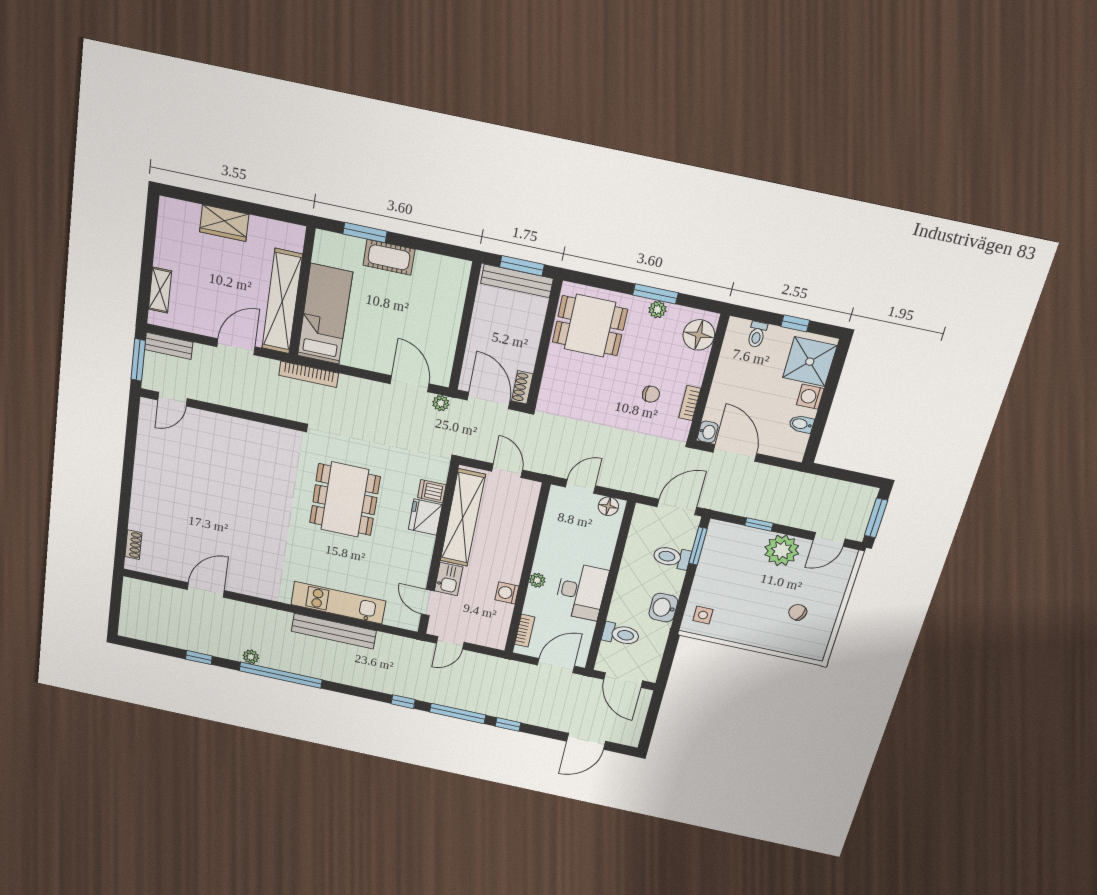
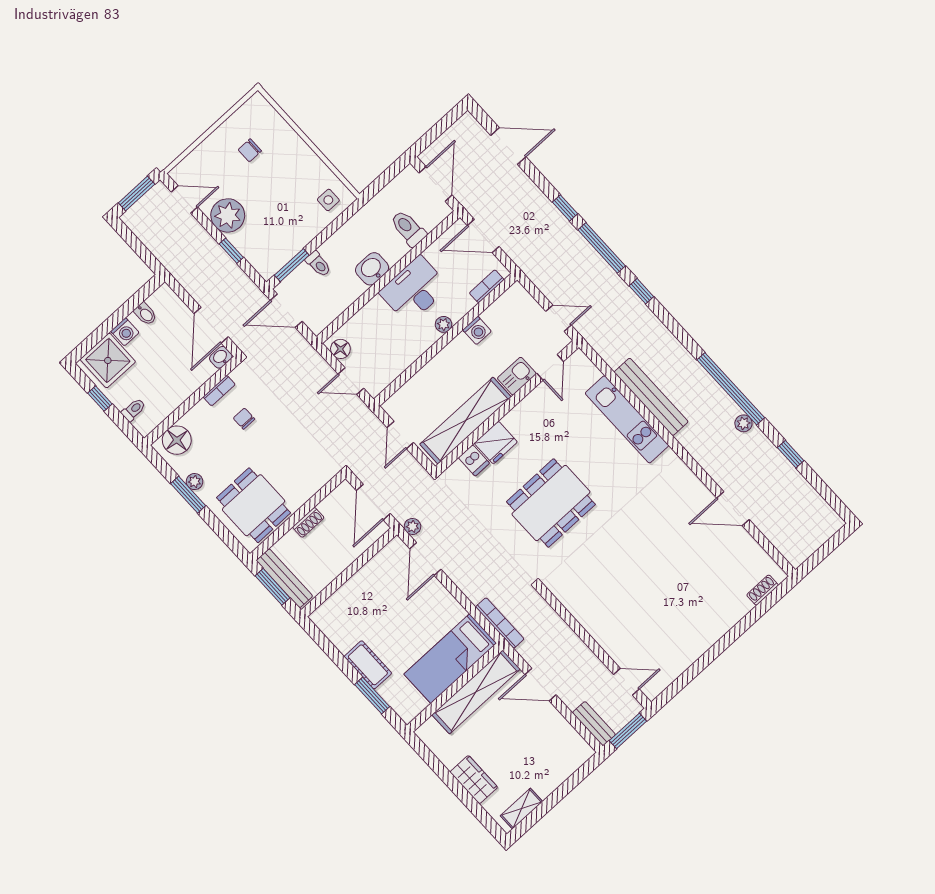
shelving: (160, 290) -> (521, 809), moved
shoe rack: (522, 387) -> (308, 522), moved
toilet: (672, 557) -> (318, 264), width x0.73, depth x0.72
washbasin: (663, 608) -> (372, 269), moved, turned 180
chair: (798, 612) -> (250, 150), turned 68

